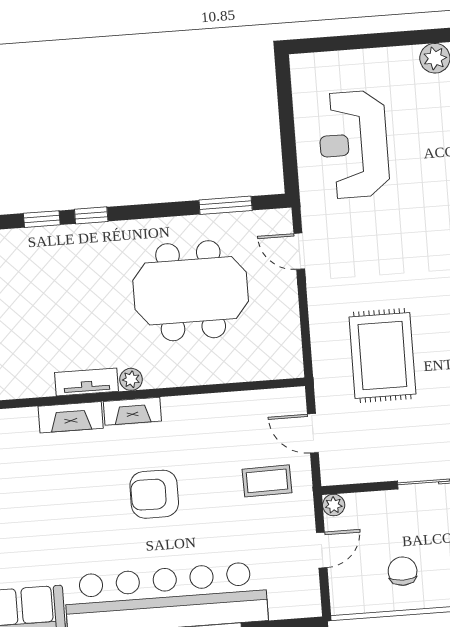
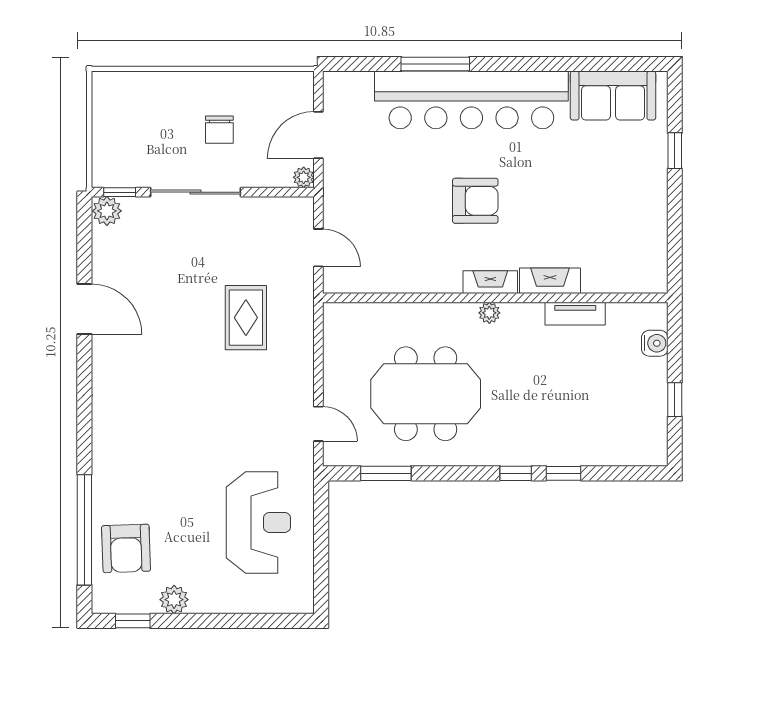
rug: (382, 355) -> (246, 318), width x0.73, depth x0.70
tv unit: (86, 382) -> (575, 314), moved
coffee table: (267, 481) -> (366, 205), removed
door: (322, 550) -> (318, 135), width x1.38
chair: (403, 571) -> (219, 130), moved

